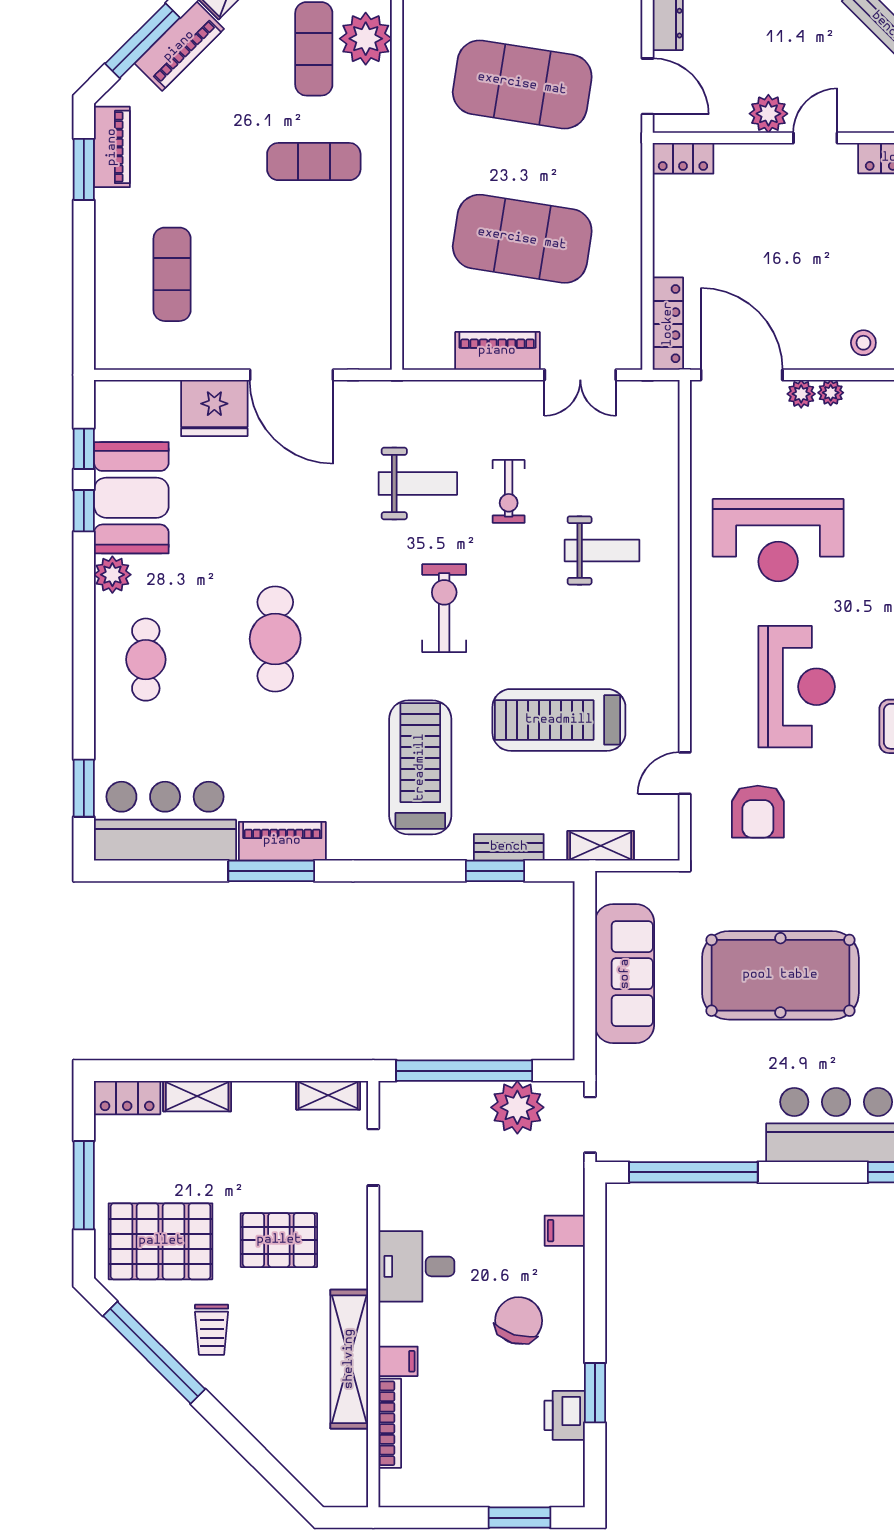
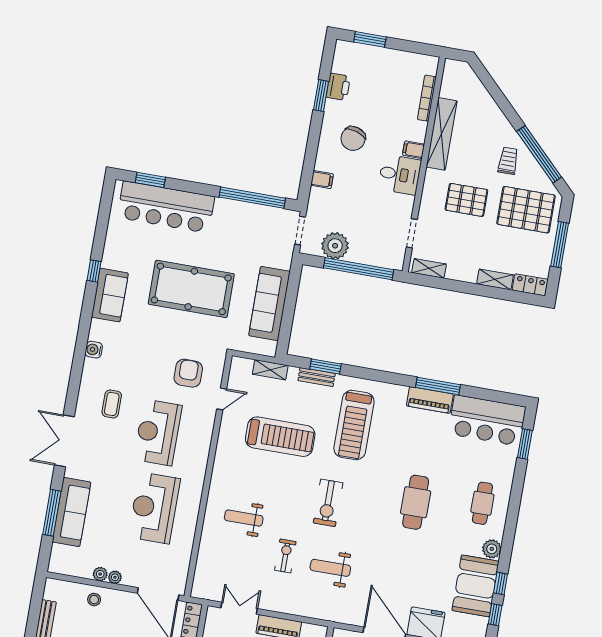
plant: (801, 394) -> (100, 574), moved
reception desk: (778, 540) -> (154, 508), turned -90
filing cabinet: (398, 1361) -> (414, 150), moved

